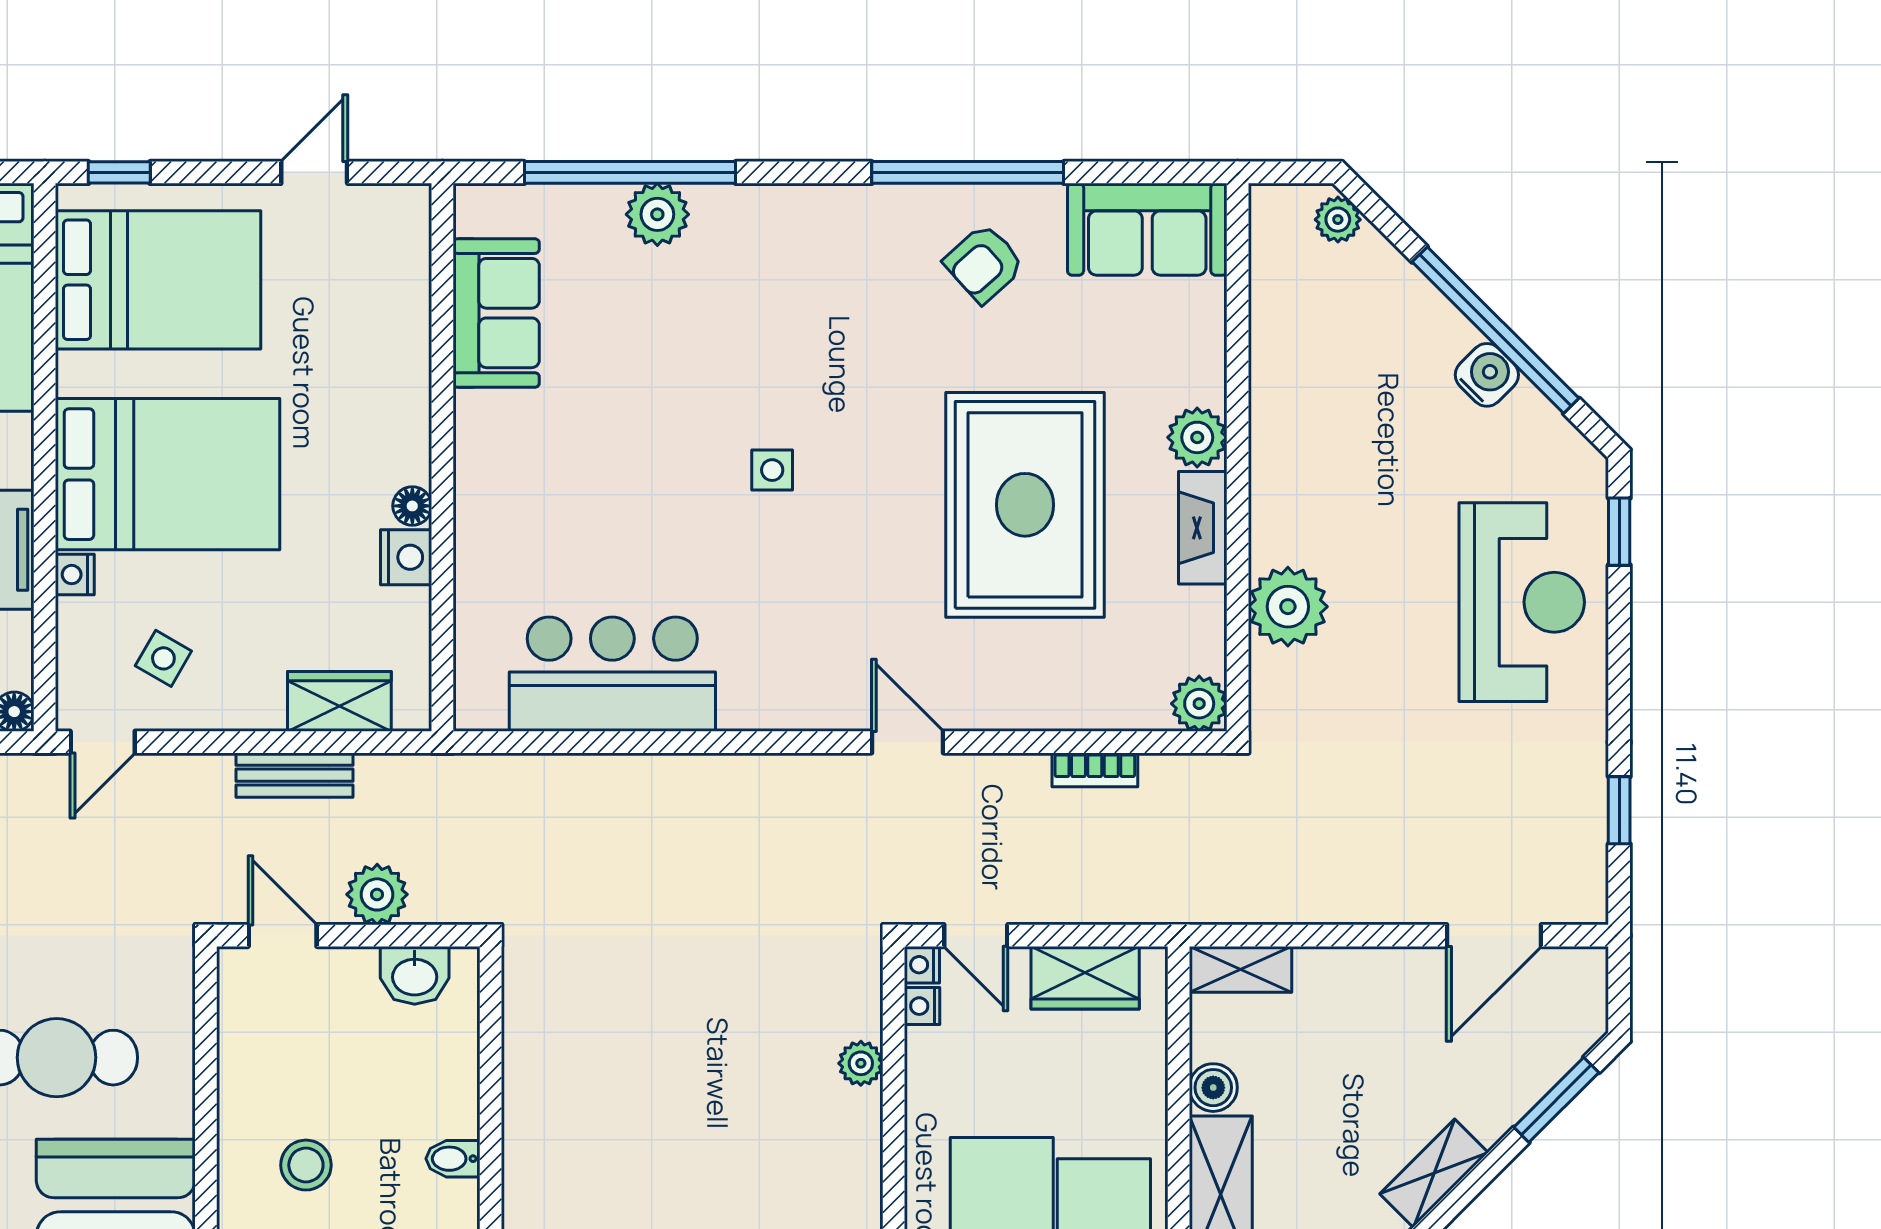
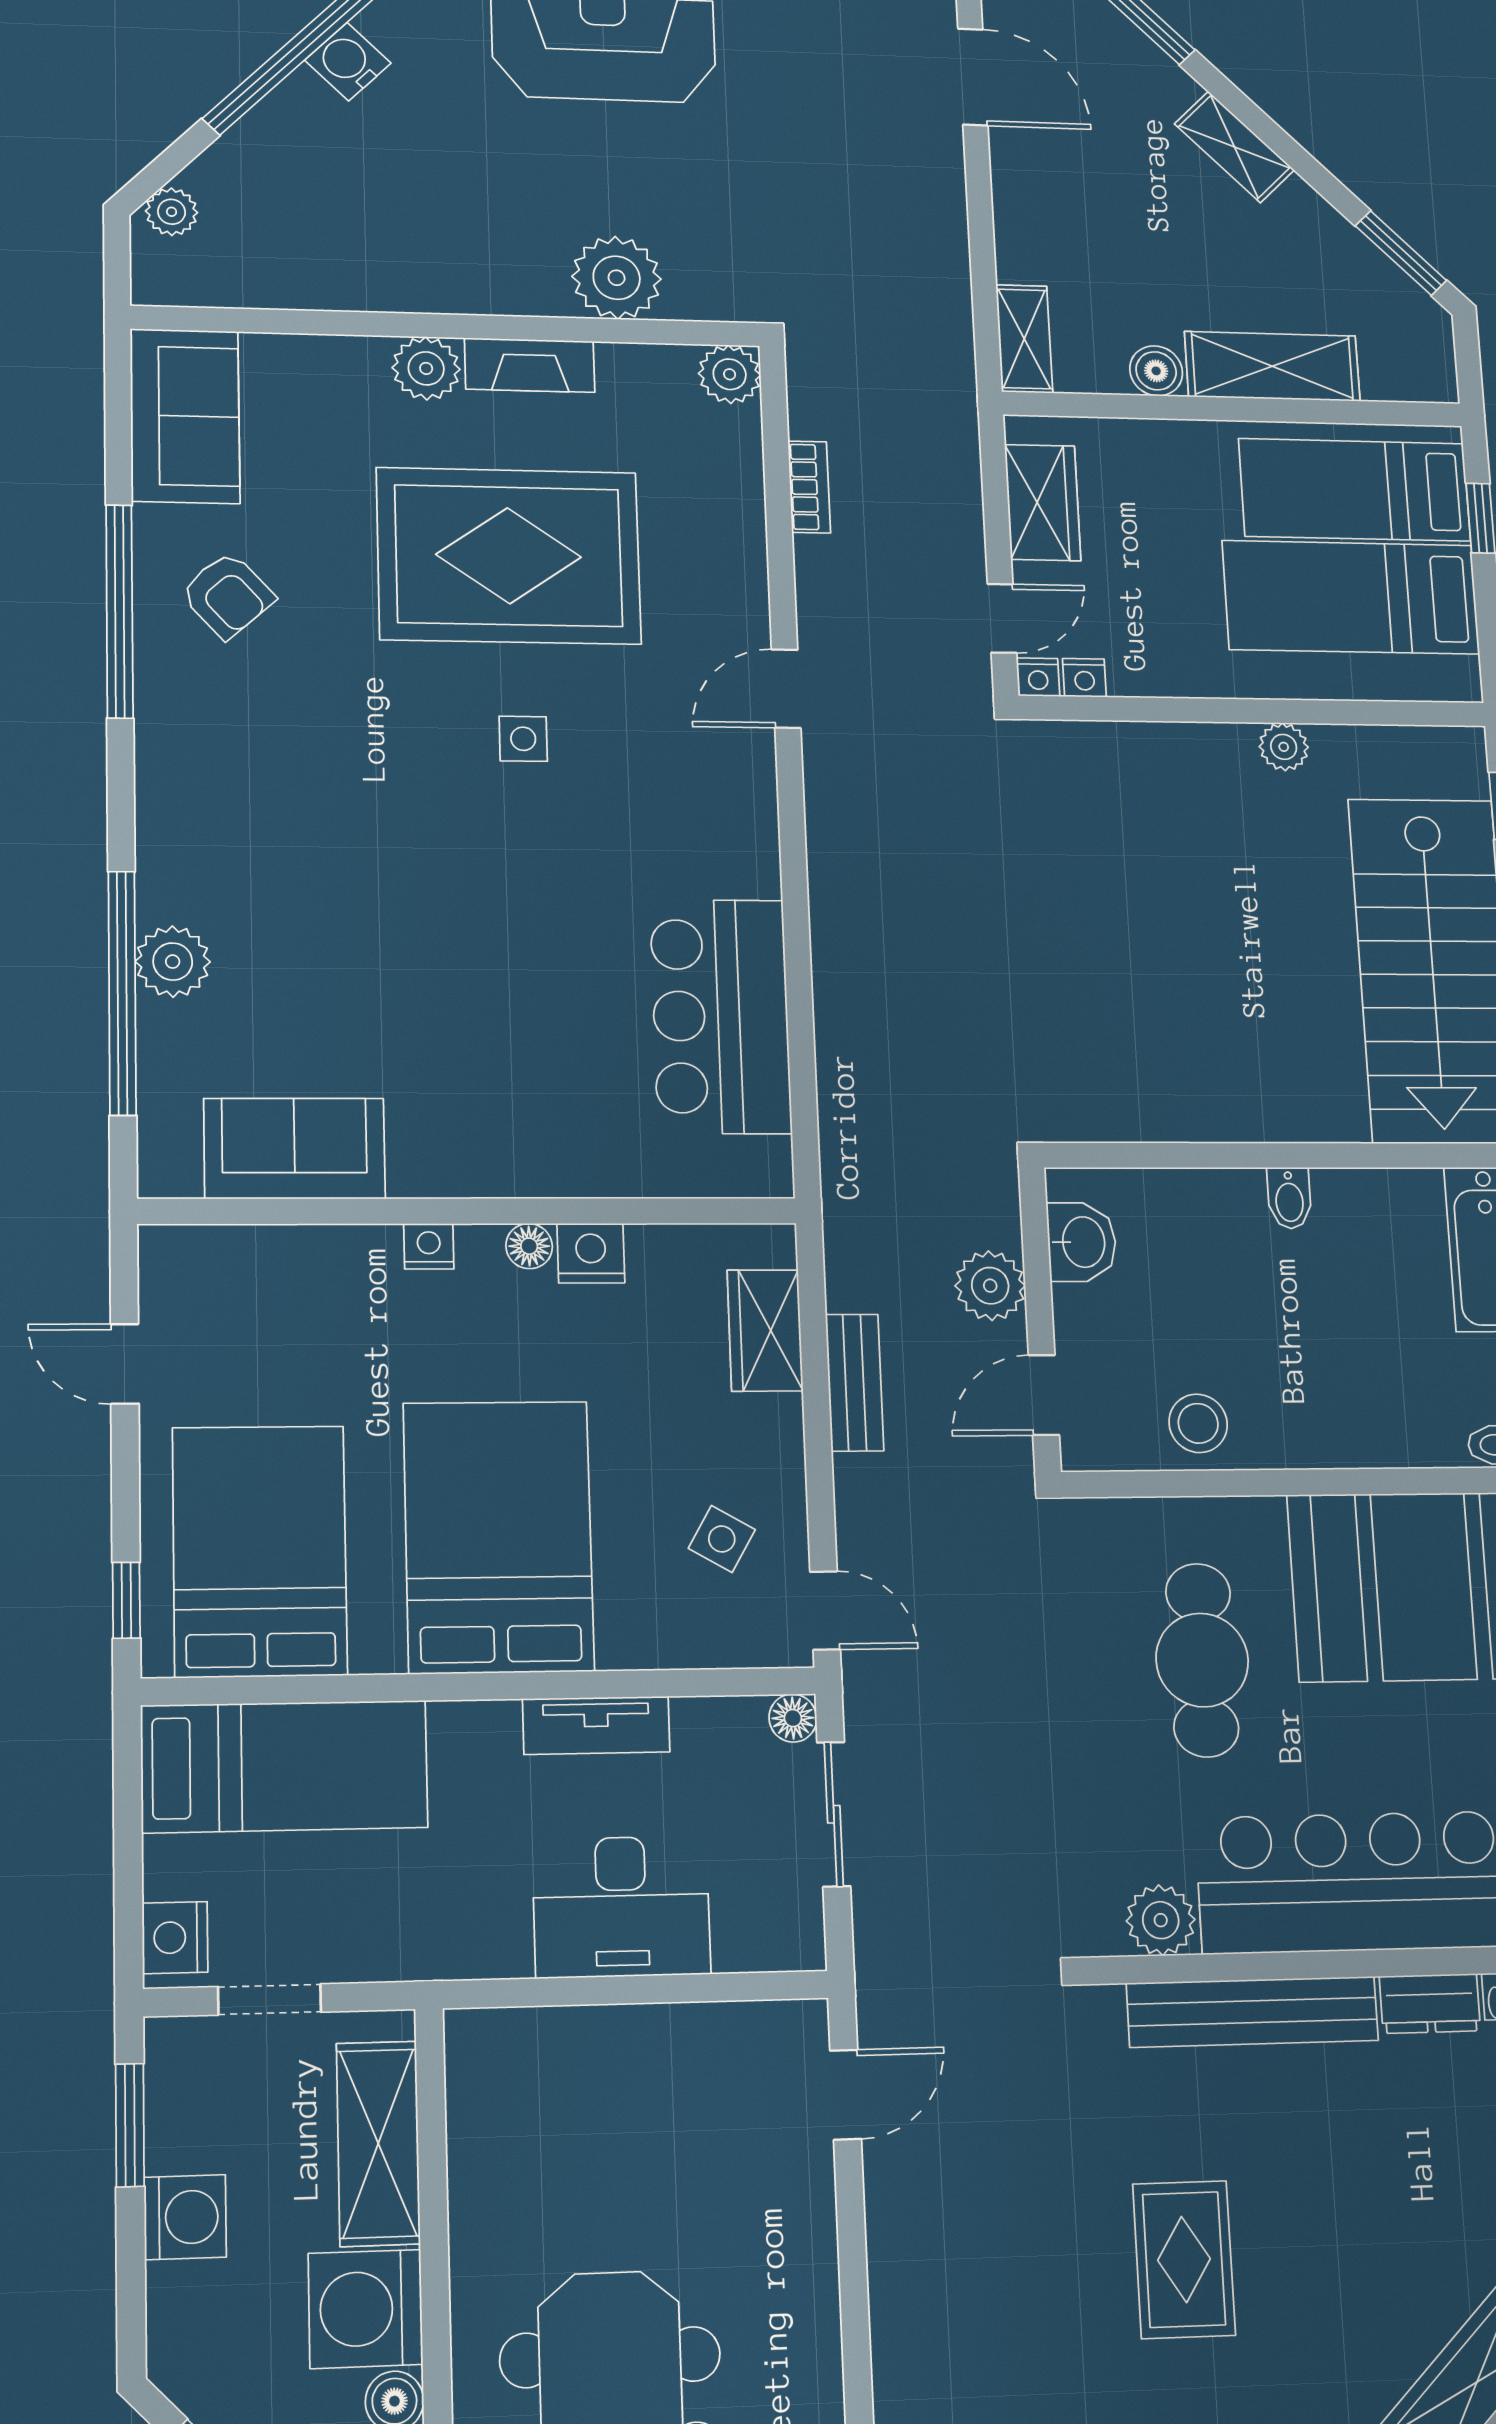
side table: (772, 470) -> (523, 739), moved
nightstand: (75, 575) -> (429, 1246), moved, turned 180
plant: (861, 1063) -> (1284, 747), moved
stool: (306, 1165) -> (1198, 1423), moved

